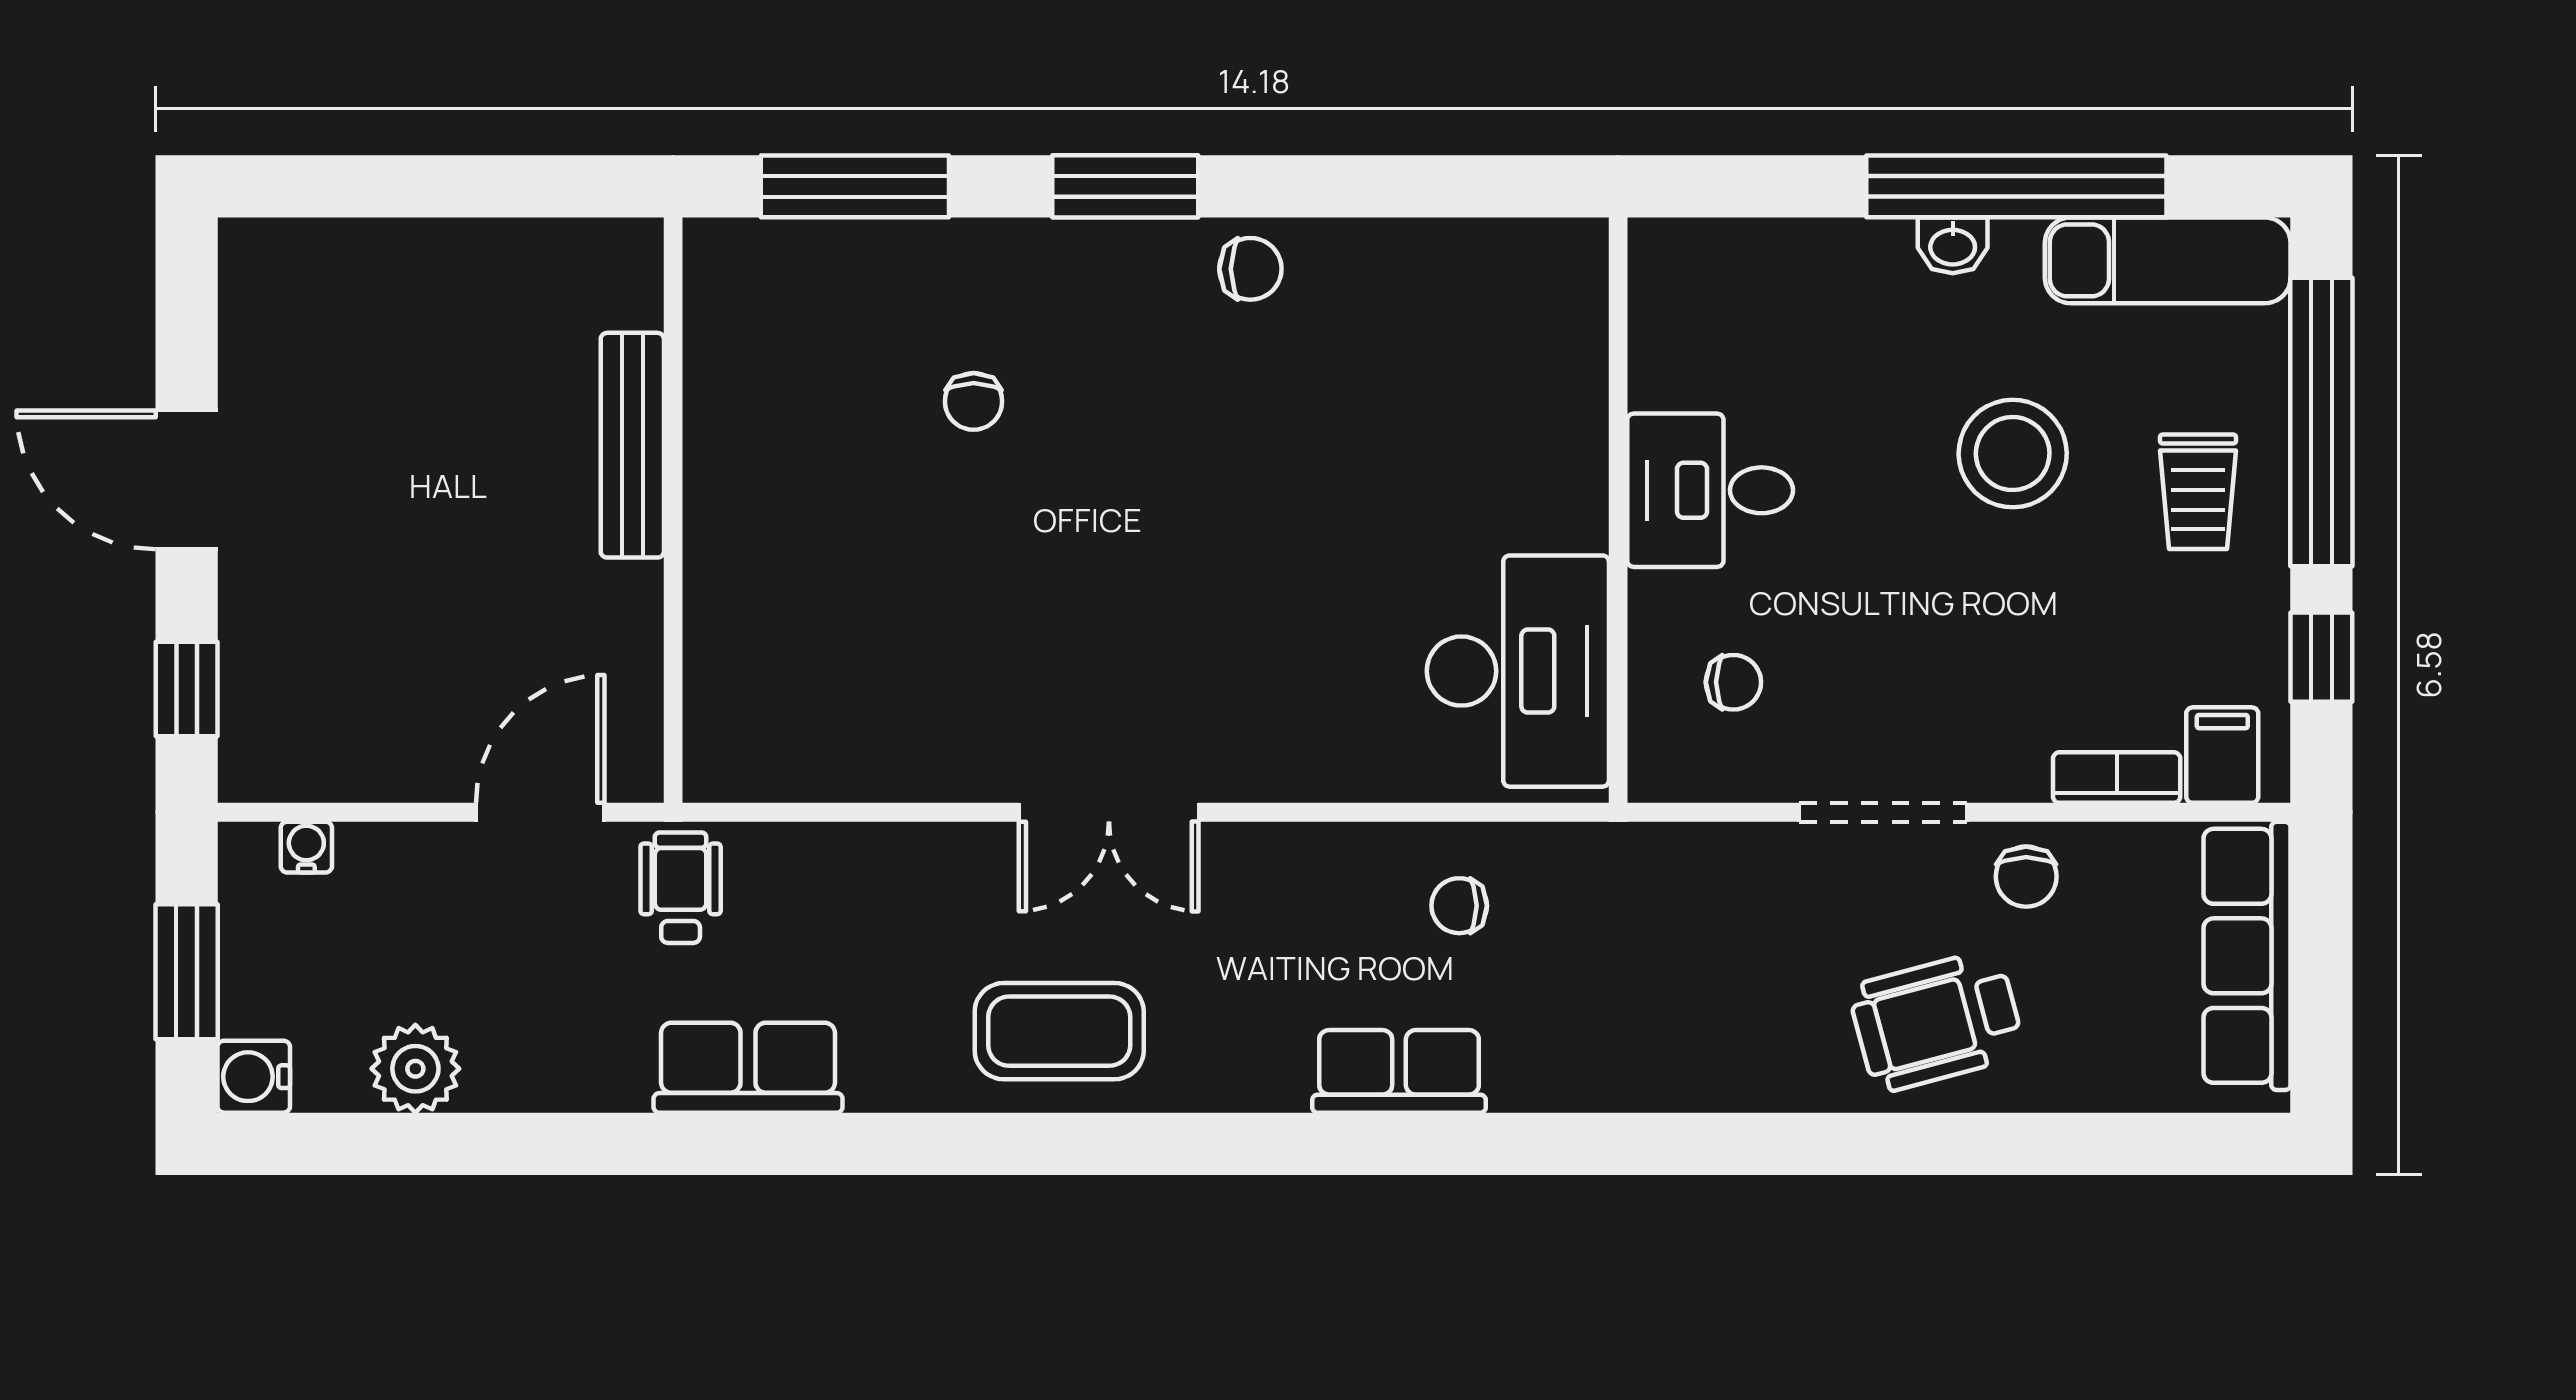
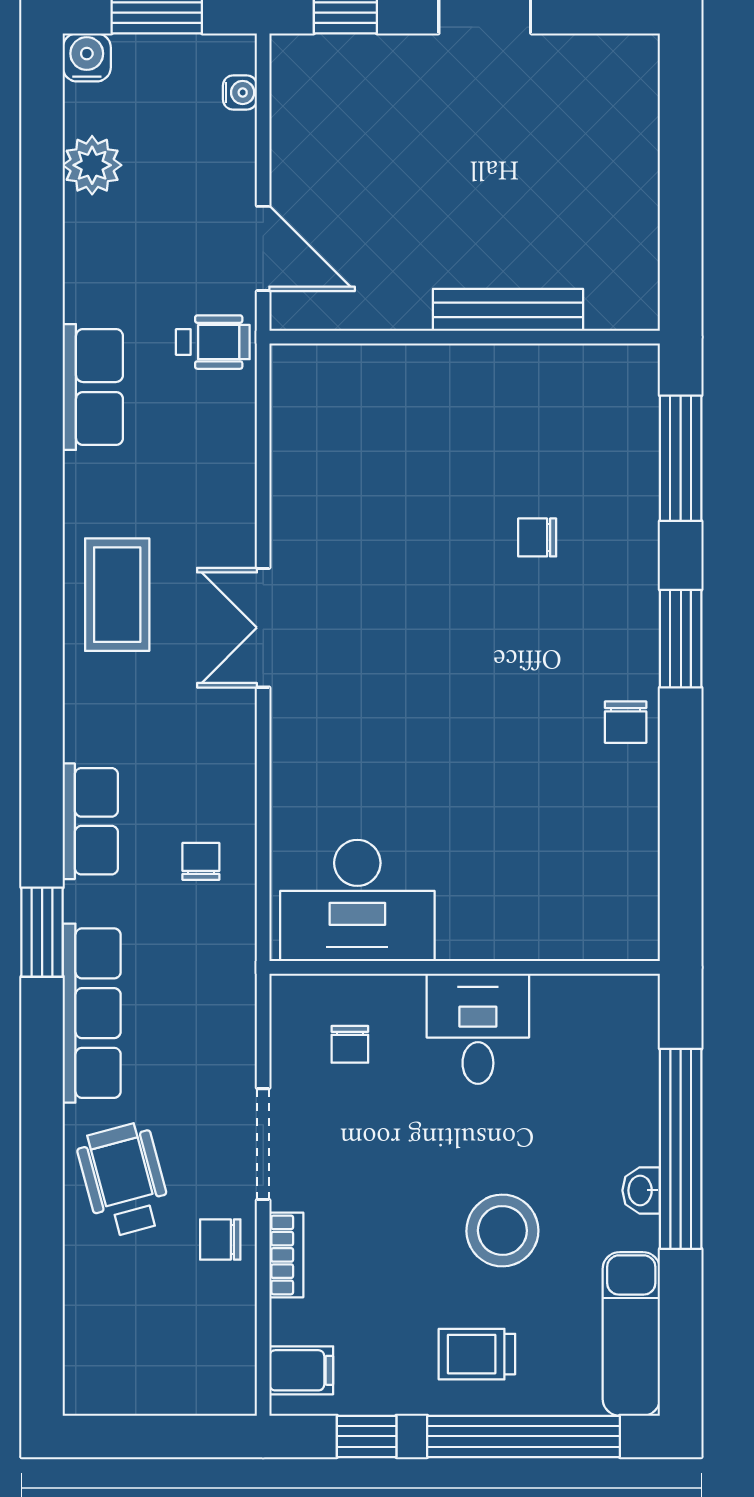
window: (2016, 186) -> (681, 1149), moved
bookcase: (2117, 778) -> (286, 1255), moved
row of seats: (2247, 956) -> (92, 1013), moved, turned 90
window: (1565, 1144) -> (42, 932), added

